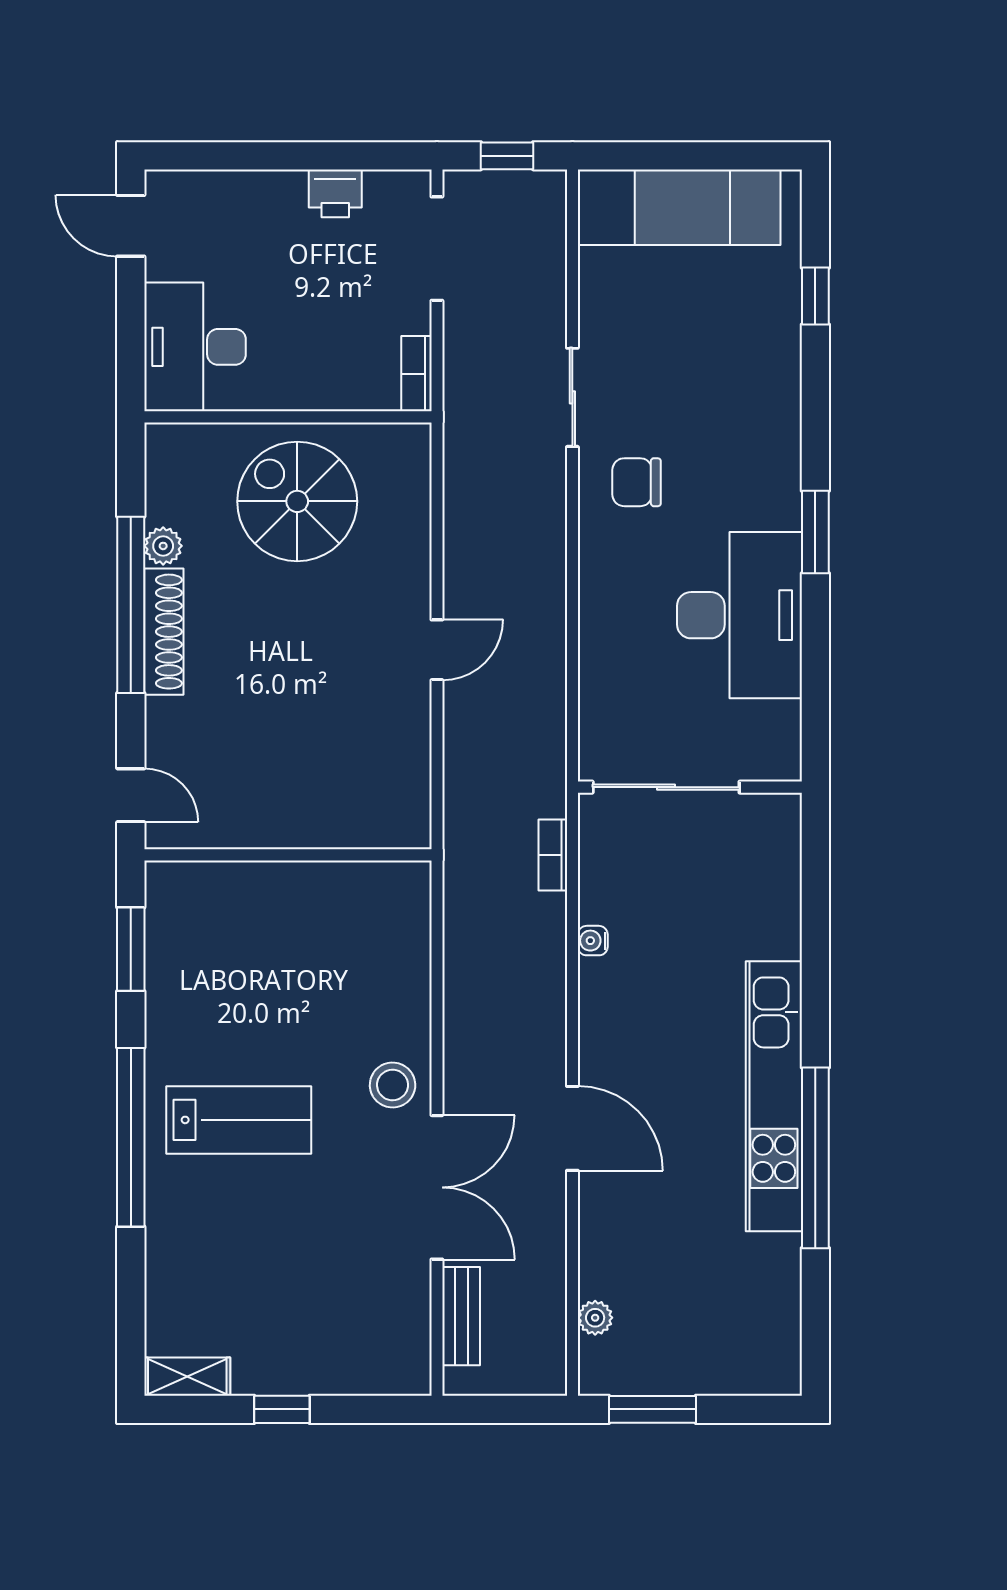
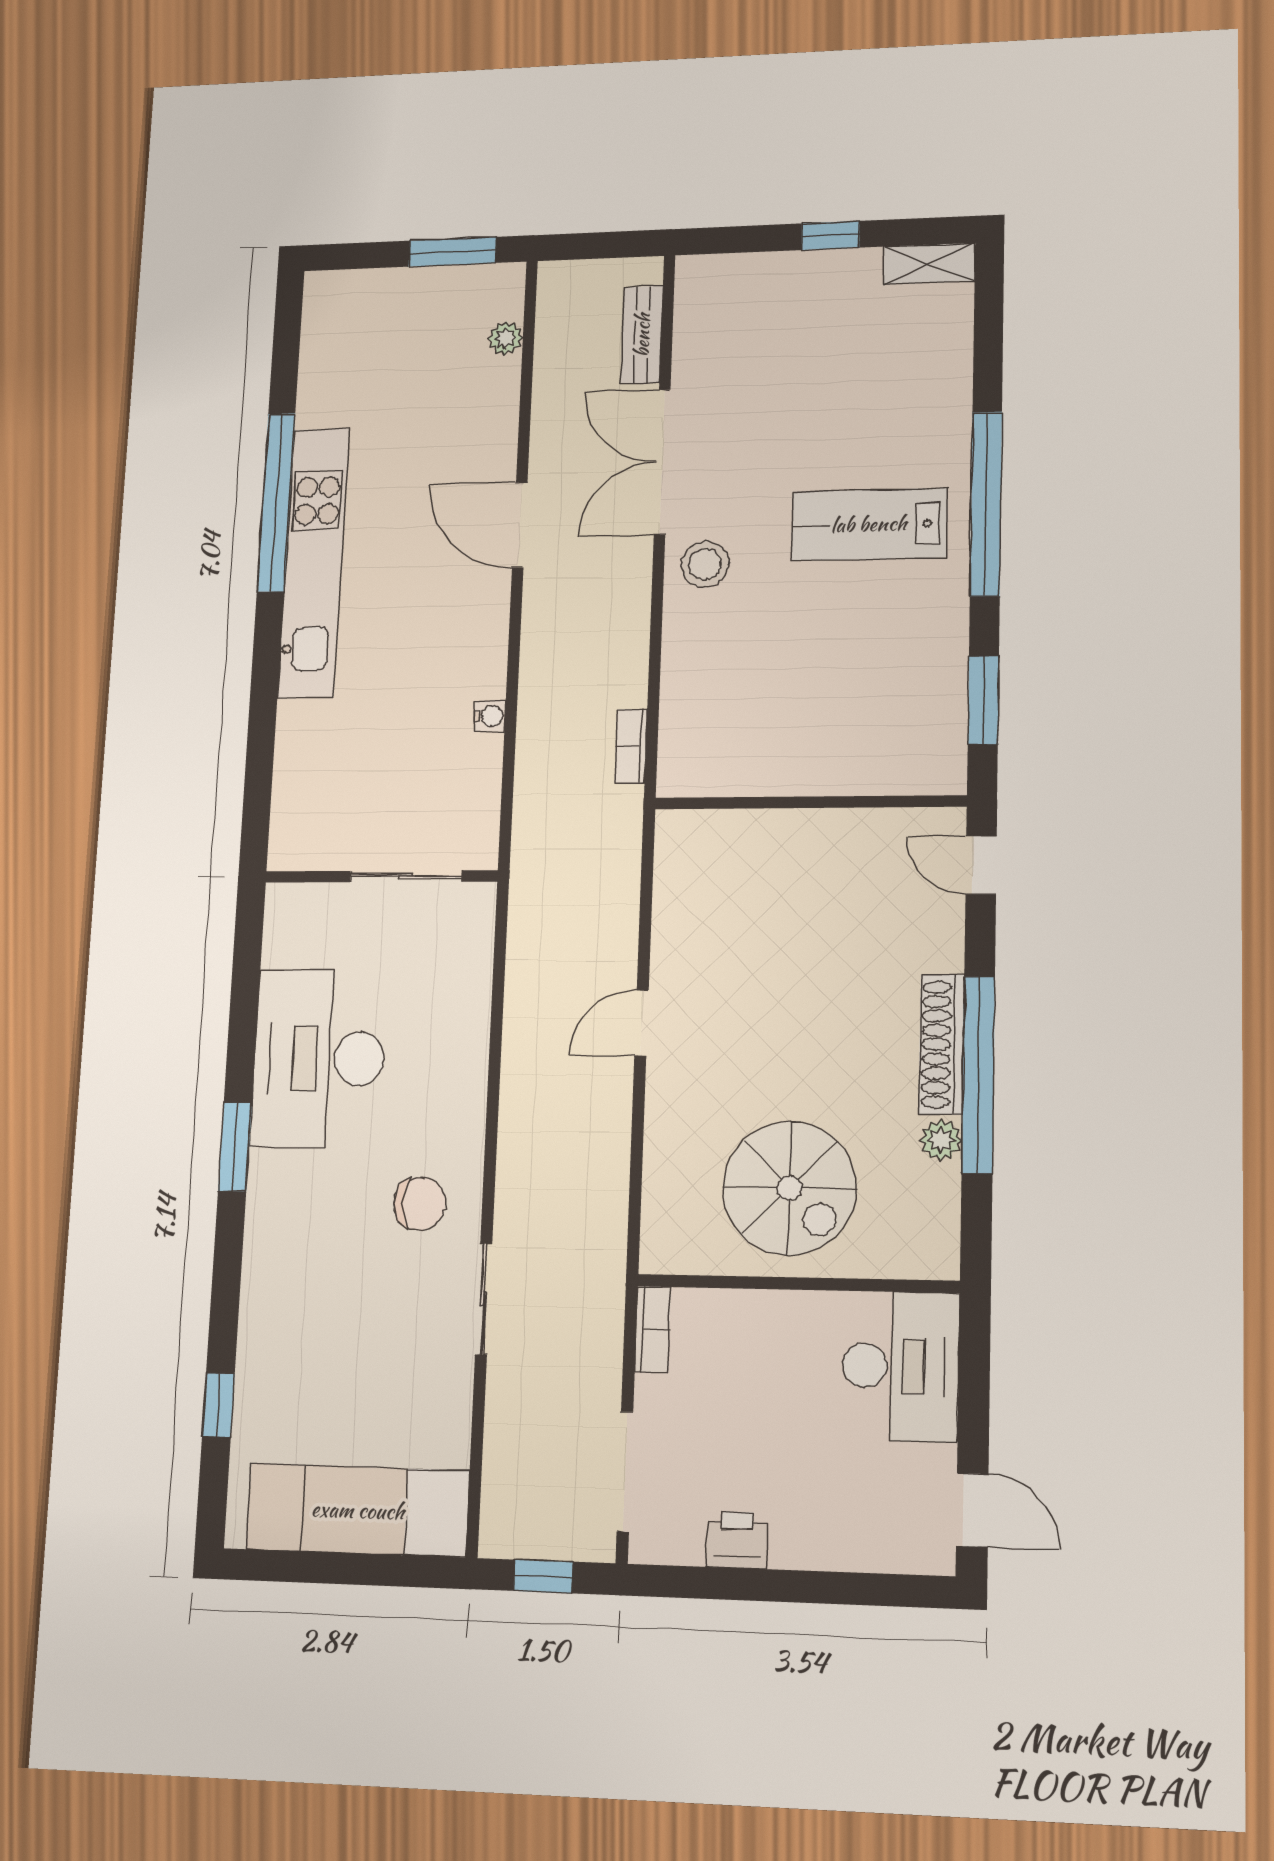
sliding door: (666, 787) -> (406, 876), width x0.73
bookcase: (553, 855) -> (631, 746), moved, turned 180

